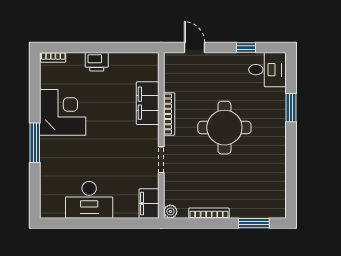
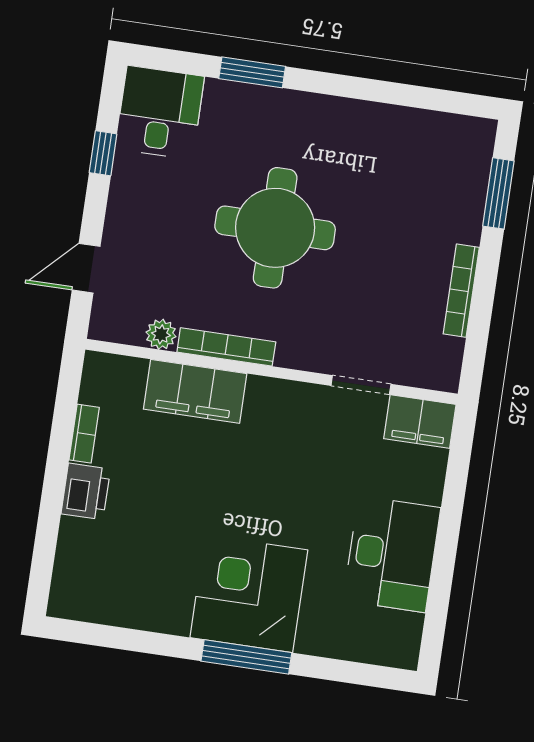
bookcase: (53, 57) -> (84, 434), moved
corner desk: (63, 112) -> (249, 594), moved
doorway: (161, 160) -> (361, 385), moved
plant: (170, 211) -> (161, 334), moved

